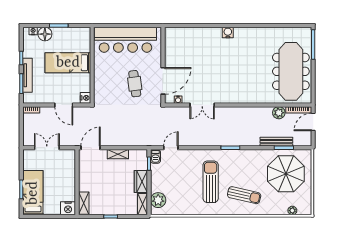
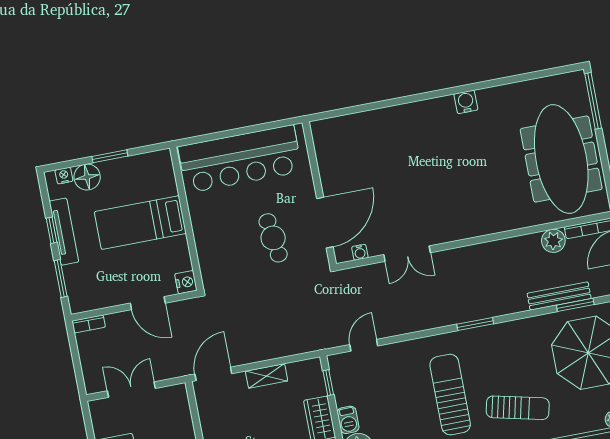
water cooler: (228, 33) -> (466, 102), moved
tv unit: (28, 75) -> (64, 232), moved
barbecue: (156, 156) -> (348, 420), moved

